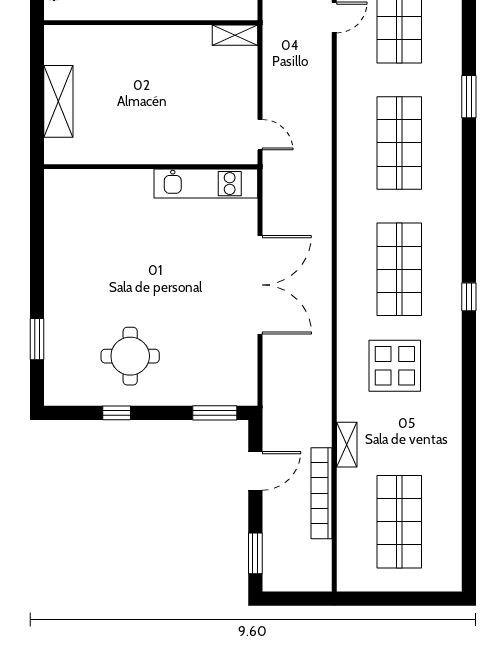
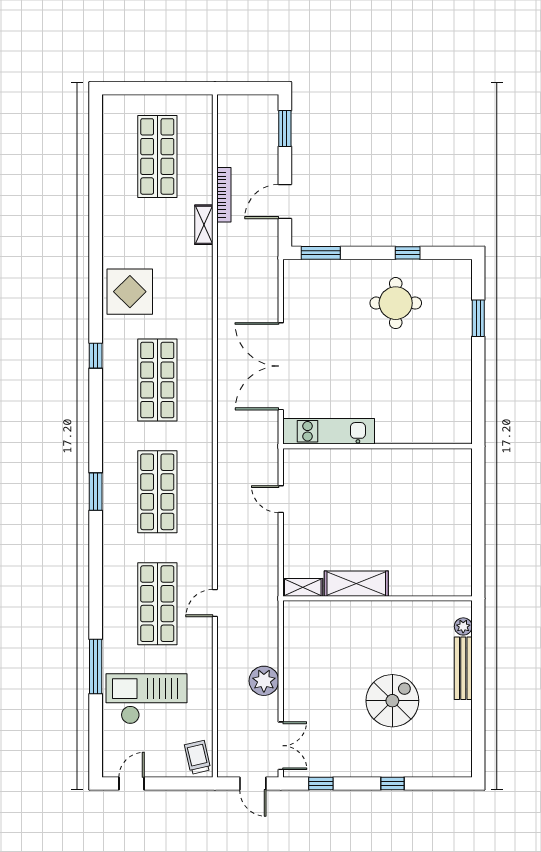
window: (469, 97) -> (96, 492), moved
shelving: (58, 101) -> (356, 584), moved, turned 90
wall: (151, 167) -> (377, 446), moved
kitchen unit: (206, 184) -> (329, 431), moved
display table: (395, 366) -> (130, 292), moved
bookcase: (322, 493) -> (224, 195), width x0.68, depth x0.76

